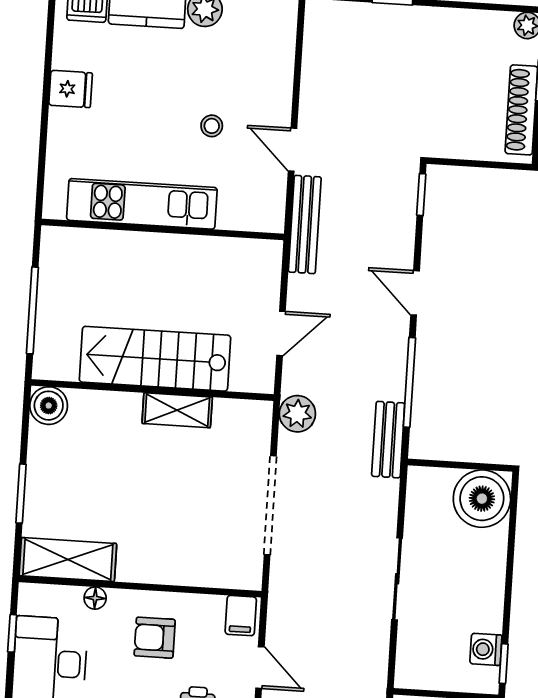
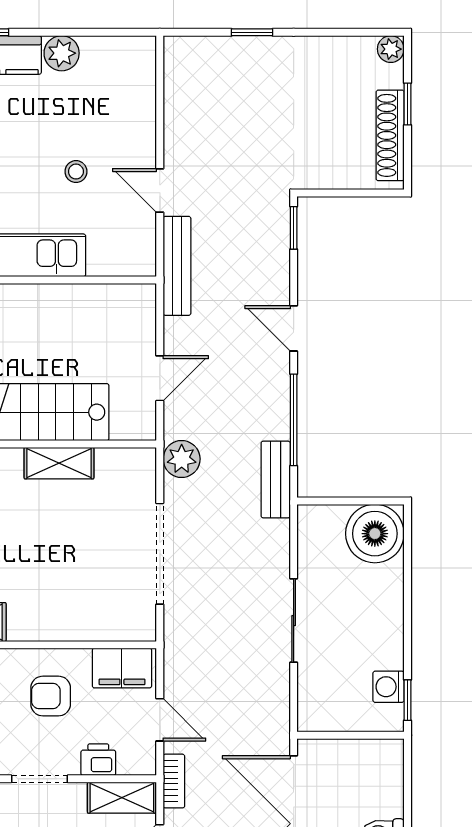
filing cabinet: (241, 616) -> (122, 668), width x2.00

